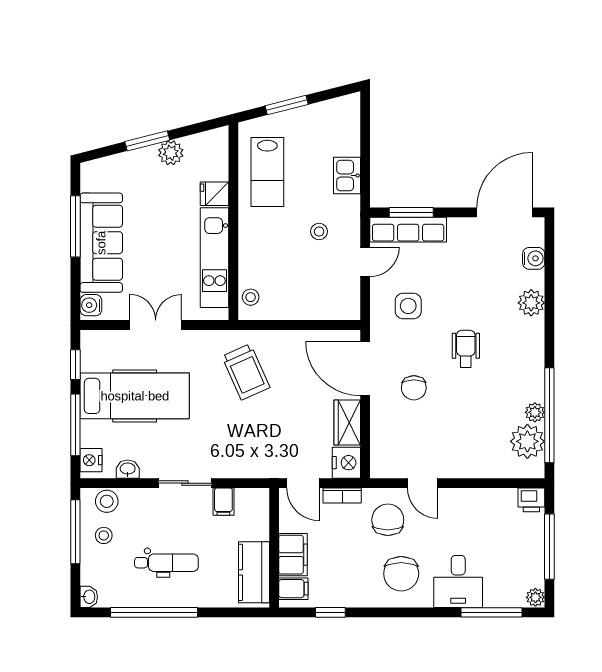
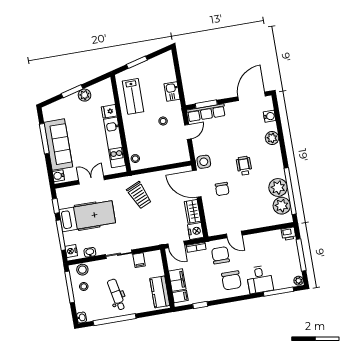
side table: (408, 306) -> (204, 162), moved
plant: (535, 412) -> (278, 187), width x1.87, depth x1.87
dental chair: (166, 563) -> (116, 295), turned -101

